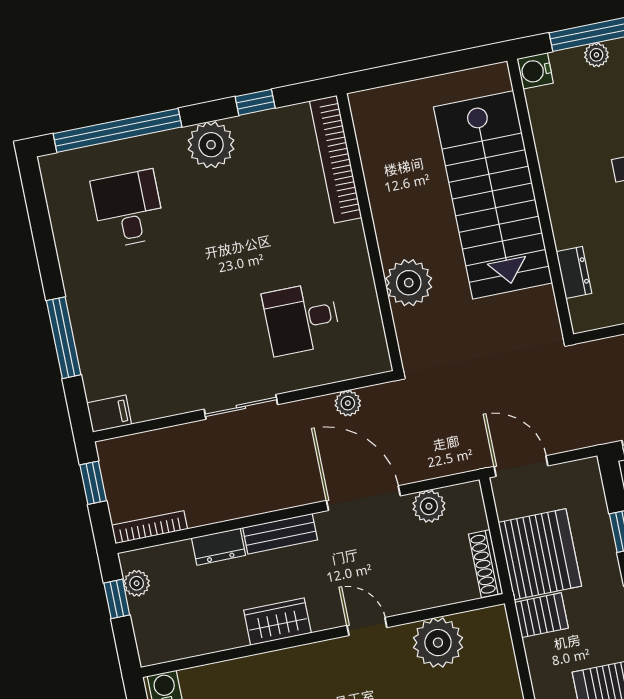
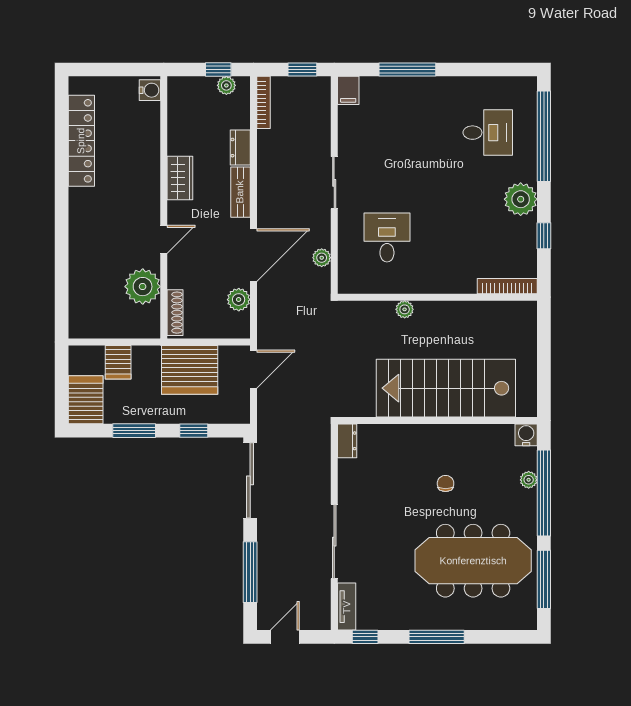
bookcase: (336, 159) -> (507, 286), width x0.68, depth x0.76
dresser: (574, 273) -> (347, 441), moved, turned -90
plant: (409, 283) -> (405, 309), width x0.53, depth x0.53
shoe rack: (486, 564) -> (175, 313), moved, turned 90
server rack: (541, 615) -> (118, 362), moved

